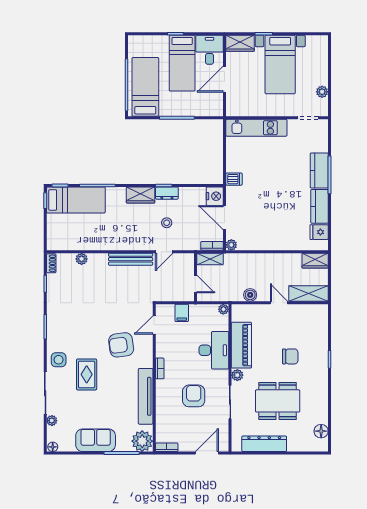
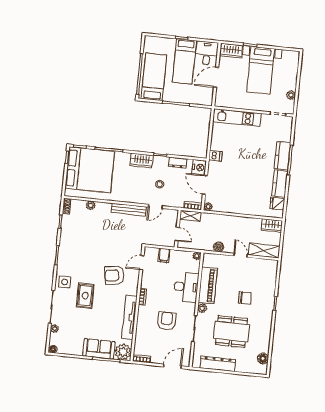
dresser: (167, 193) -> (178, 163), moved
bed: (76, 200) -> (90, 170), width x2.04
sofa: (96, 440) -> (99, 349), moved

